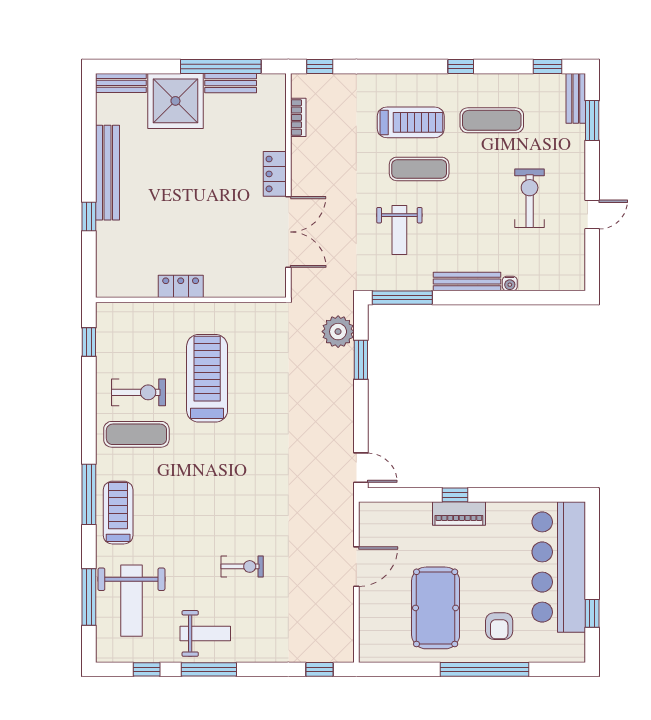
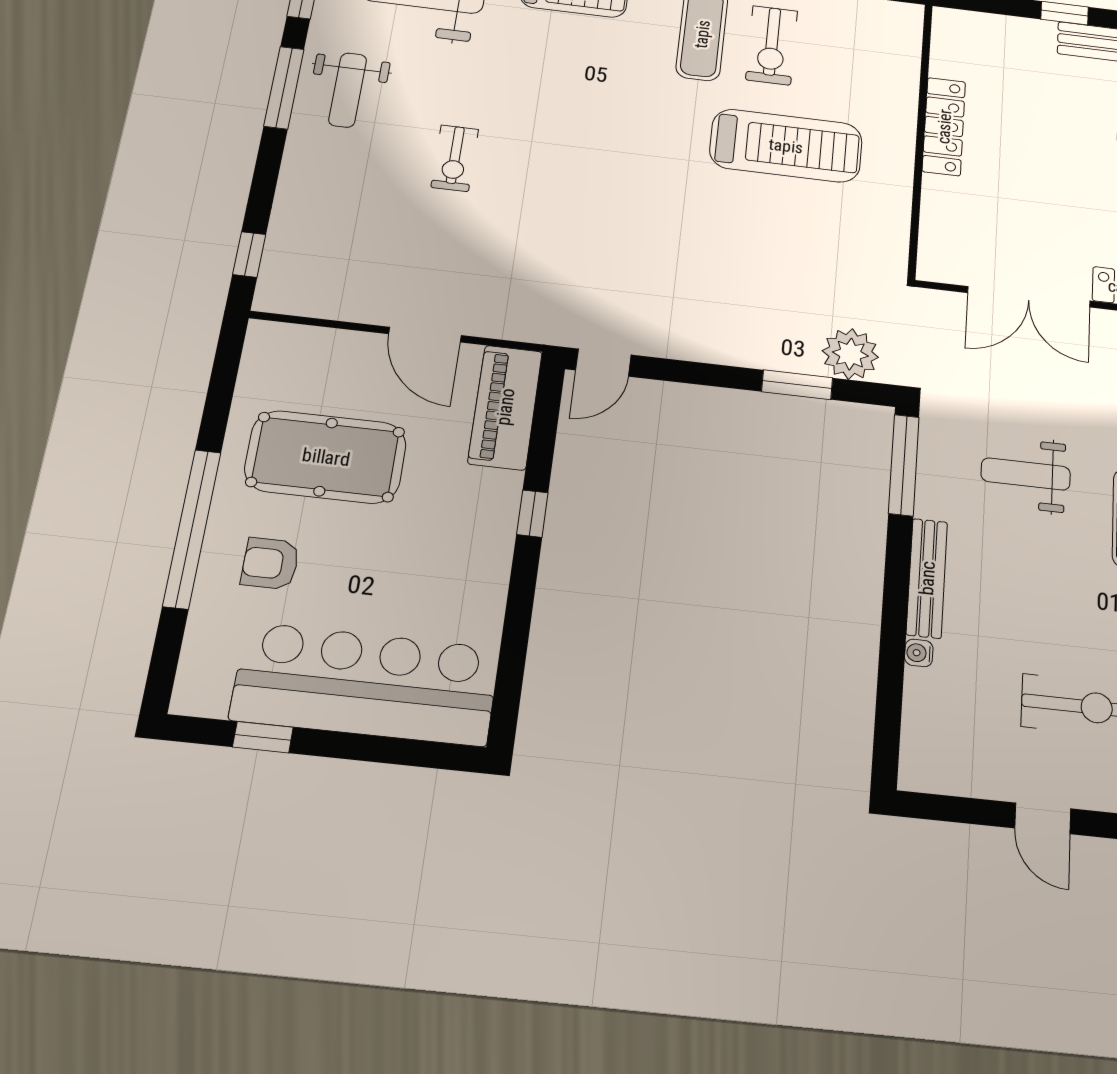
locker: (181, 286) -> (944, 126), width x1.53
piano: (459, 513) -> (505, 407), moved, width x1.37, depth x1.33

